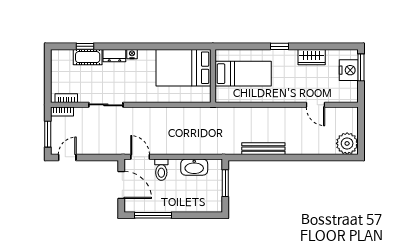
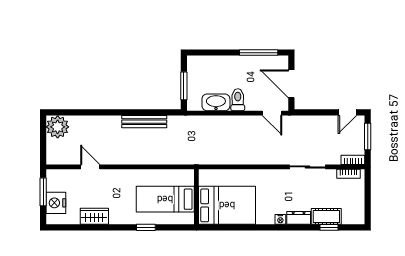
window: (280, 46) -> (146, 227), moved
window: (361, 67) -> (43, 192), moved
toilet: (161, 170) -> (238, 100), moved

